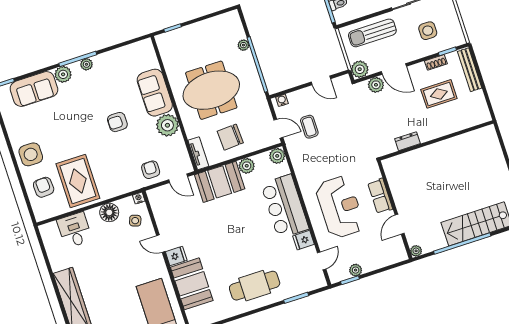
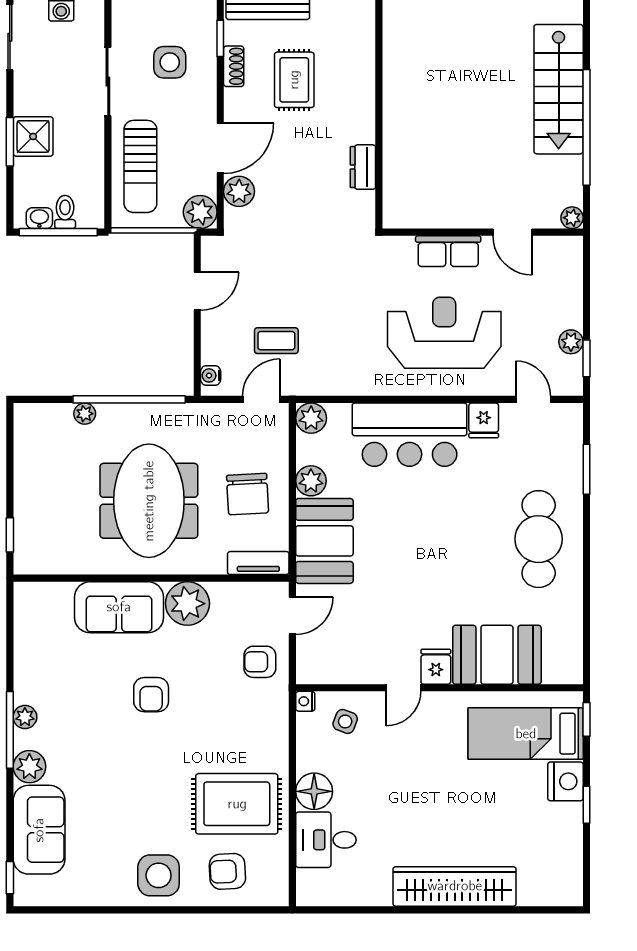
floor lamp: (109, 212) -> (314, 791), moved

